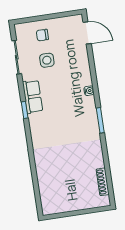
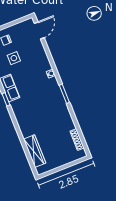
door: (87, 33) -> (39, 31), hinge flipped
wardrobe: (45, 184) -> (35, 151), added

